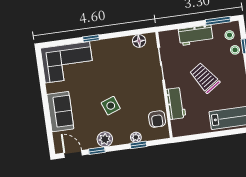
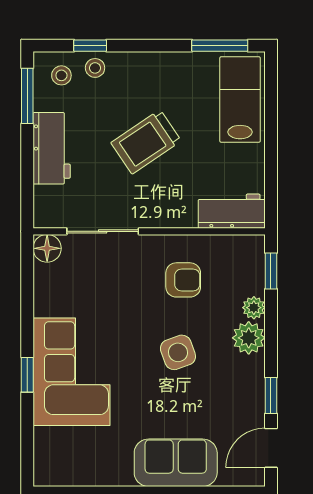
floor lamp: (139, 41) -> (47, 248), moved
corner sofa: (67, 62) -> (71, 372), moved
workbench: (176, 103) -> (232, 211), moved
armchair: (157, 119) -> (183, 280), moved
plant: (105, 139) -> (249, 338), moved
window: (138, 145) -> (271, 271), moved

